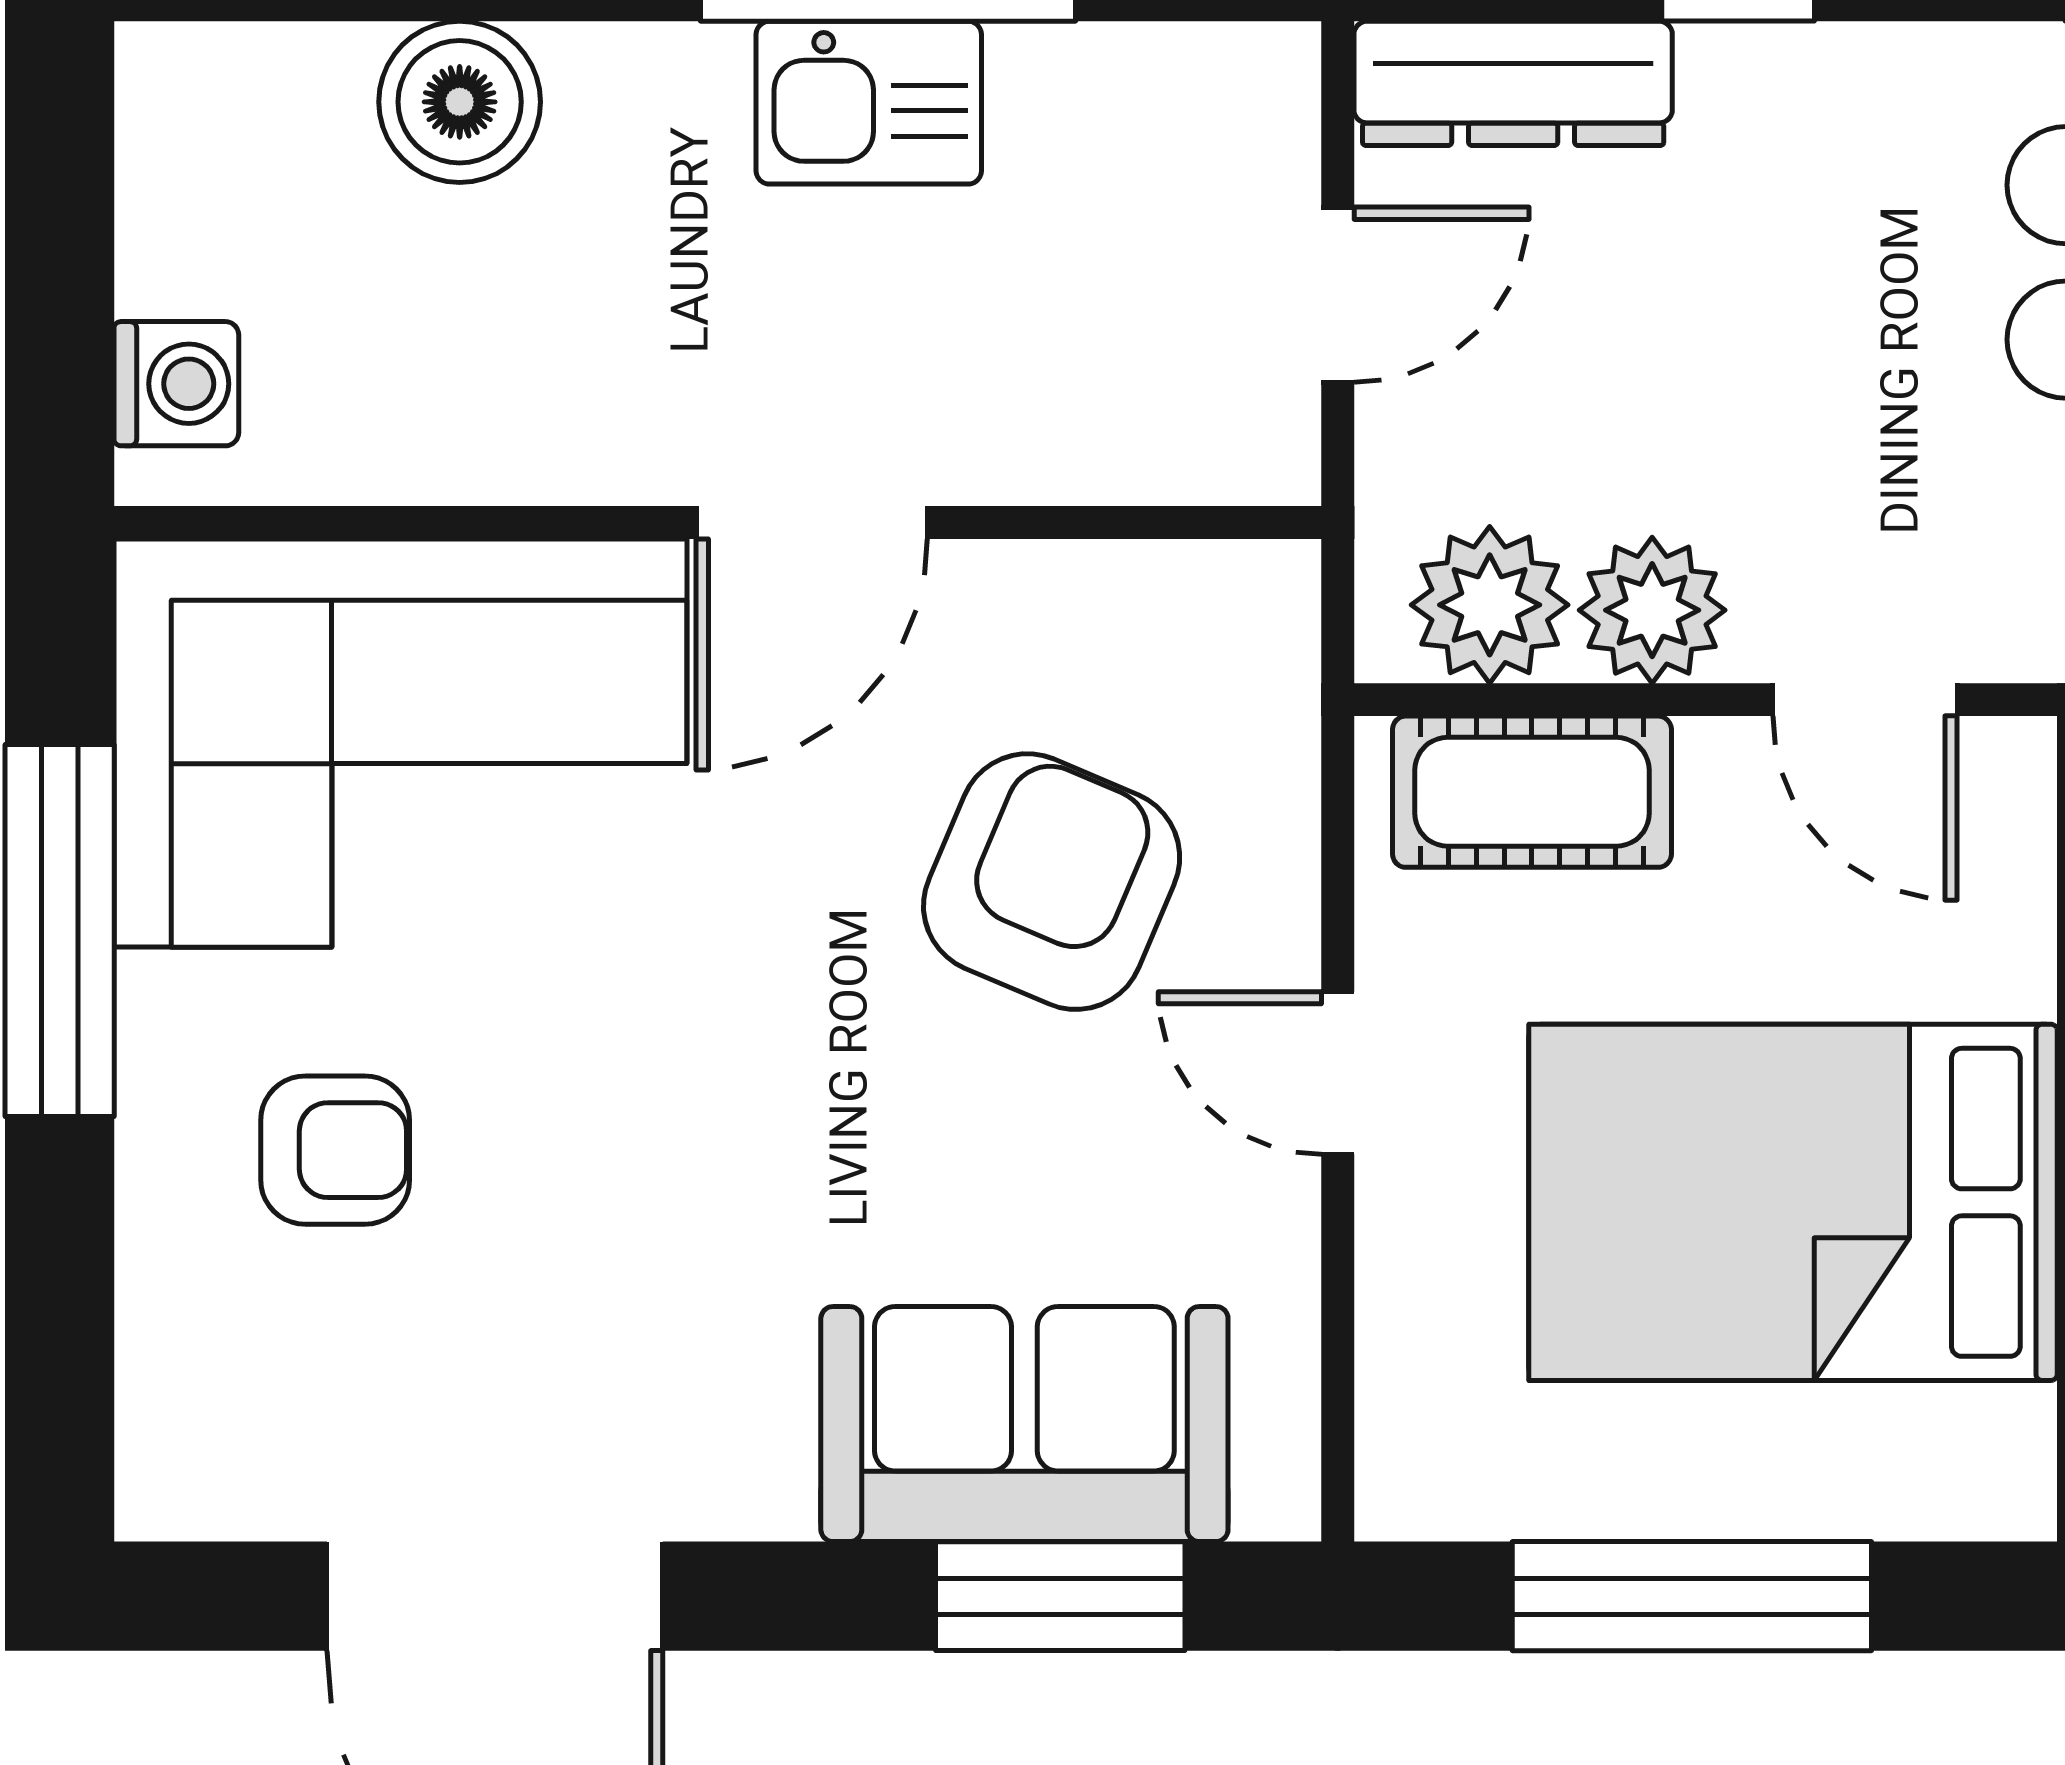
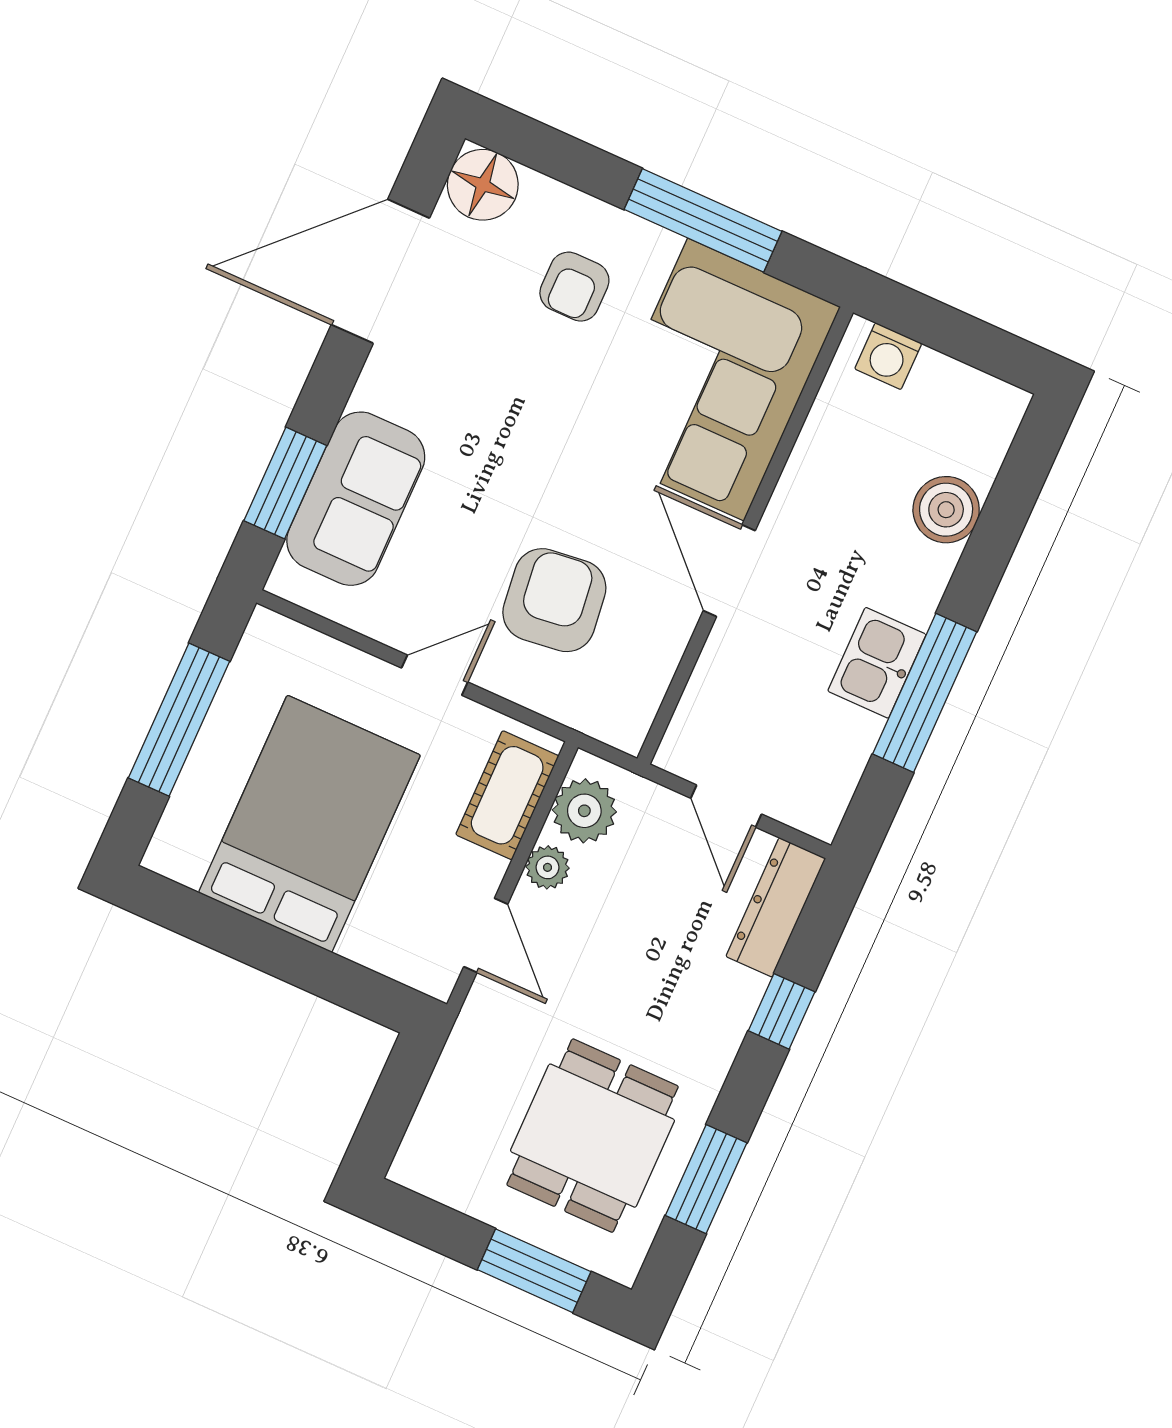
plant: (1652, 610) -> (547, 867), width x0.73, depth x0.73
door: (1865, 700) -> (486, 935), swing flipped
armchair: (1052, 882) -> (554, 600), turned -120
floor lamp: (200, 1455) -> (483, 185), added

